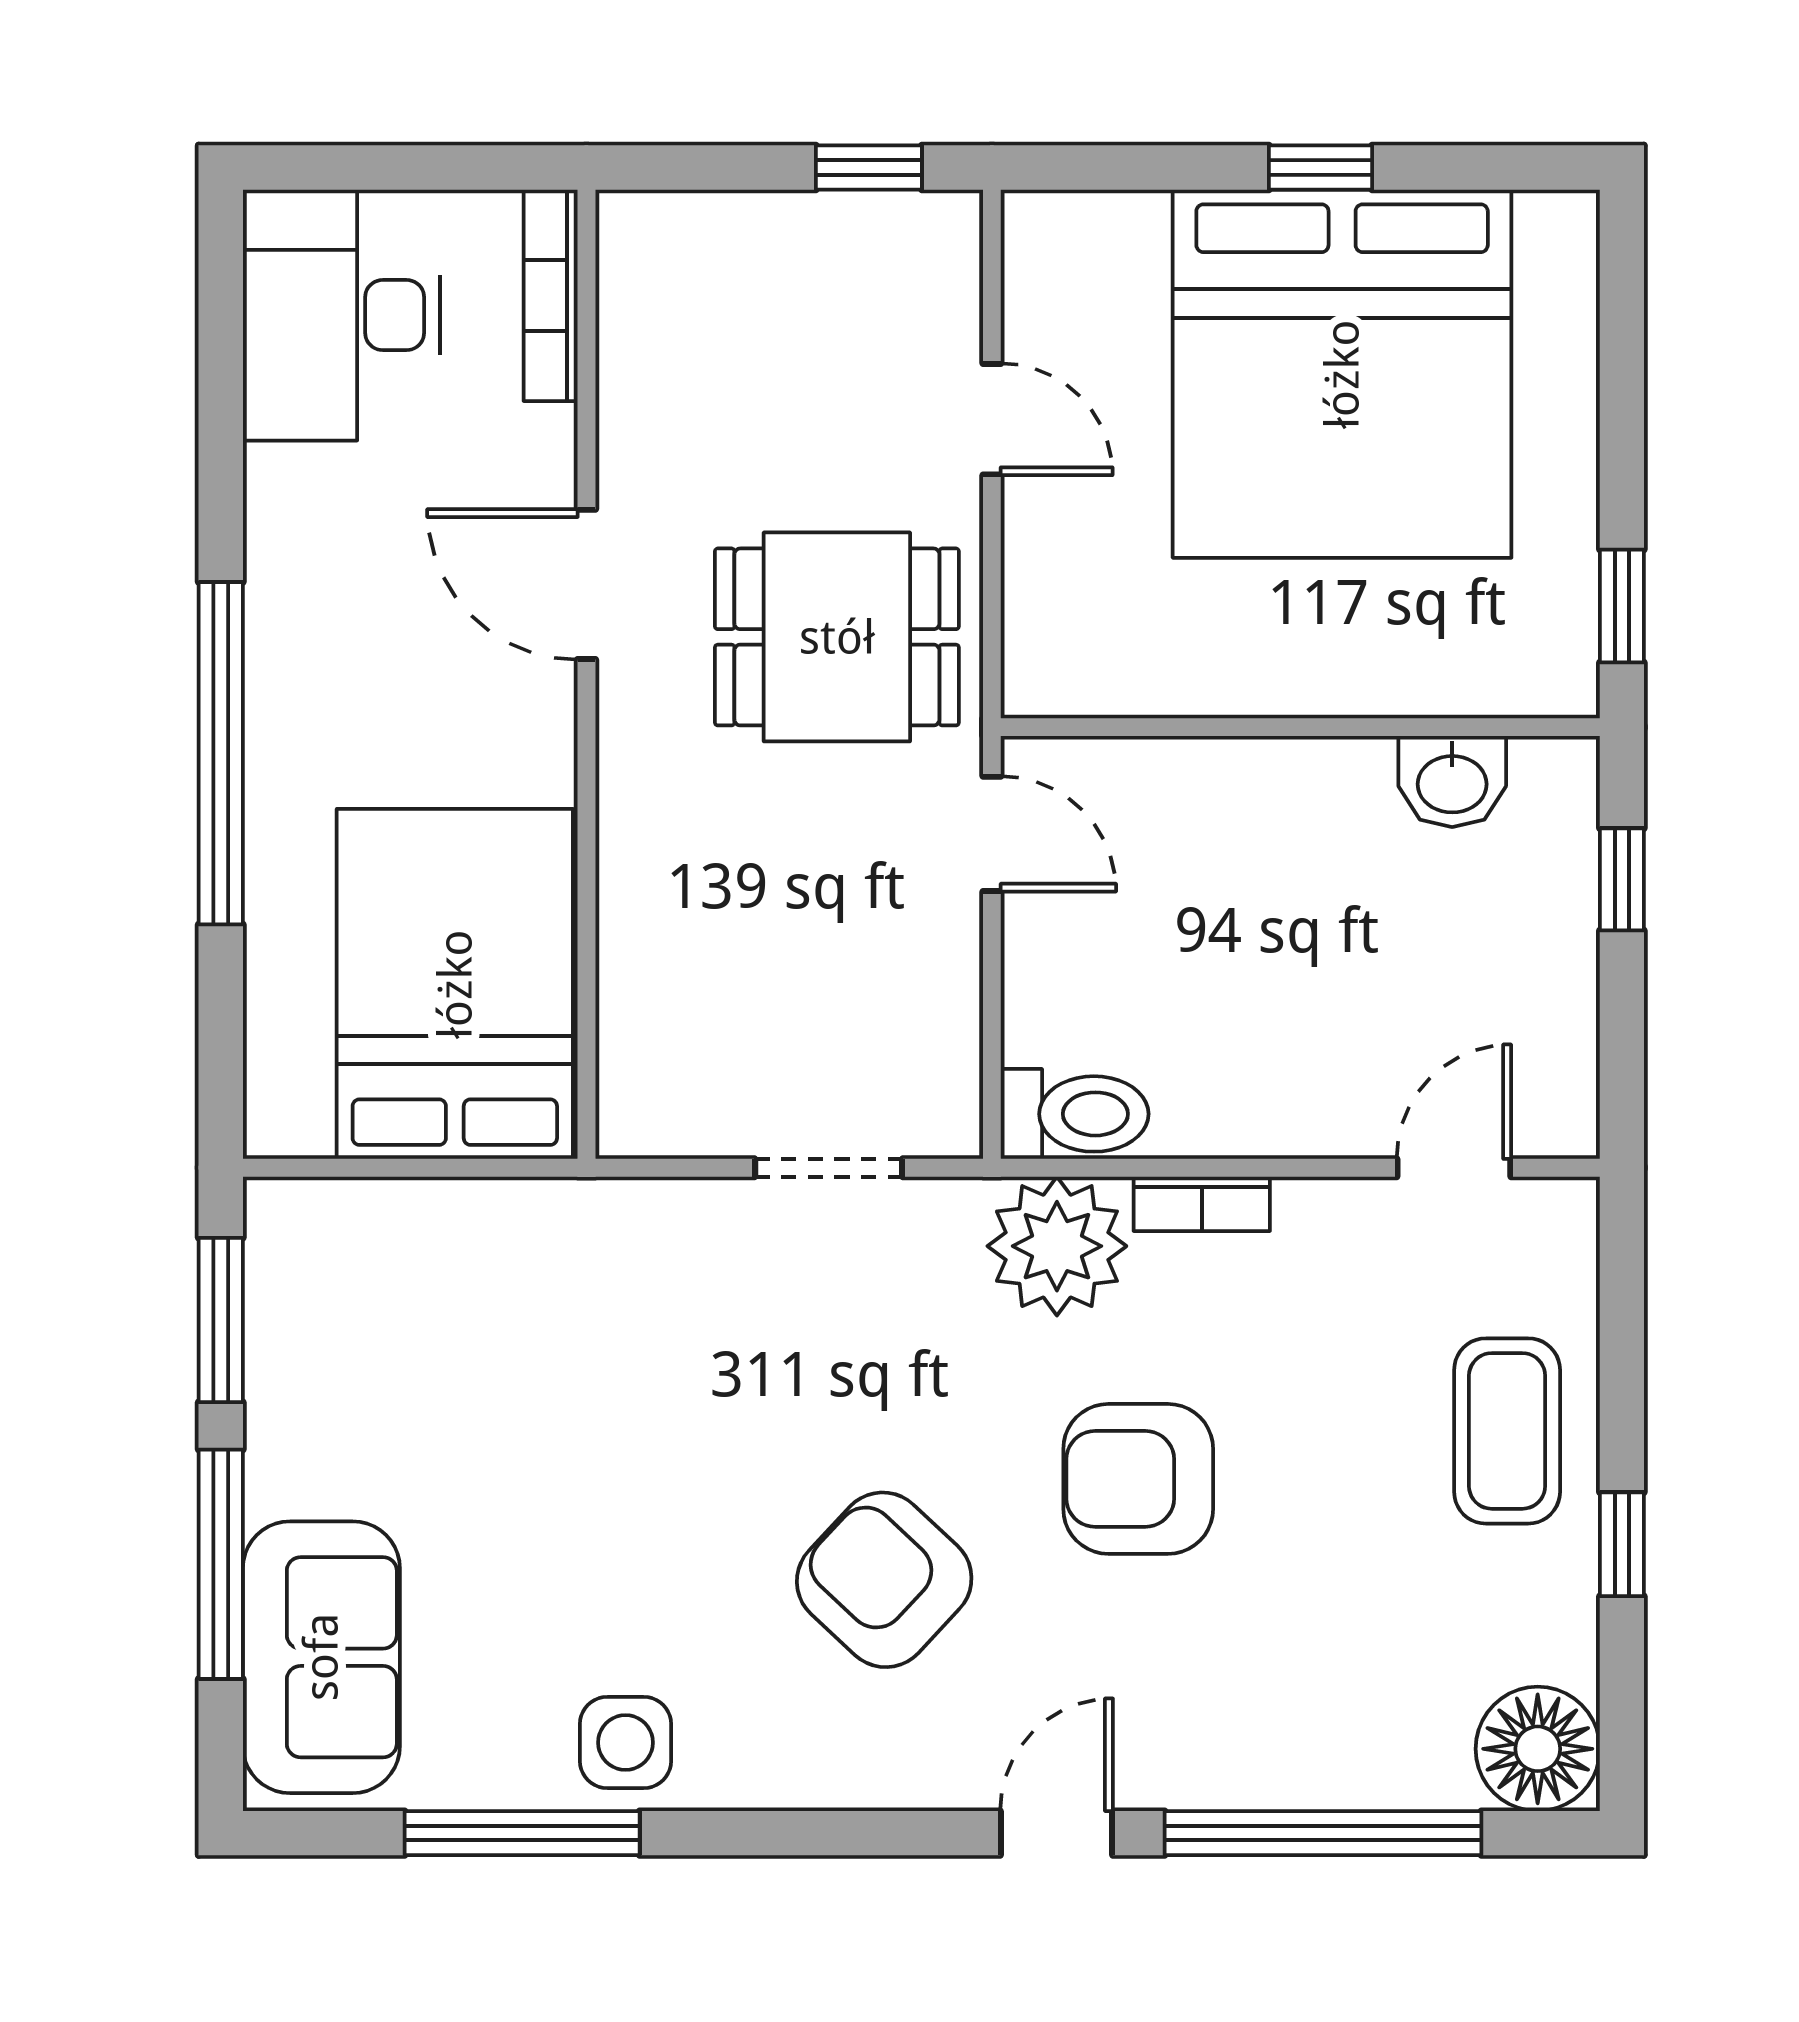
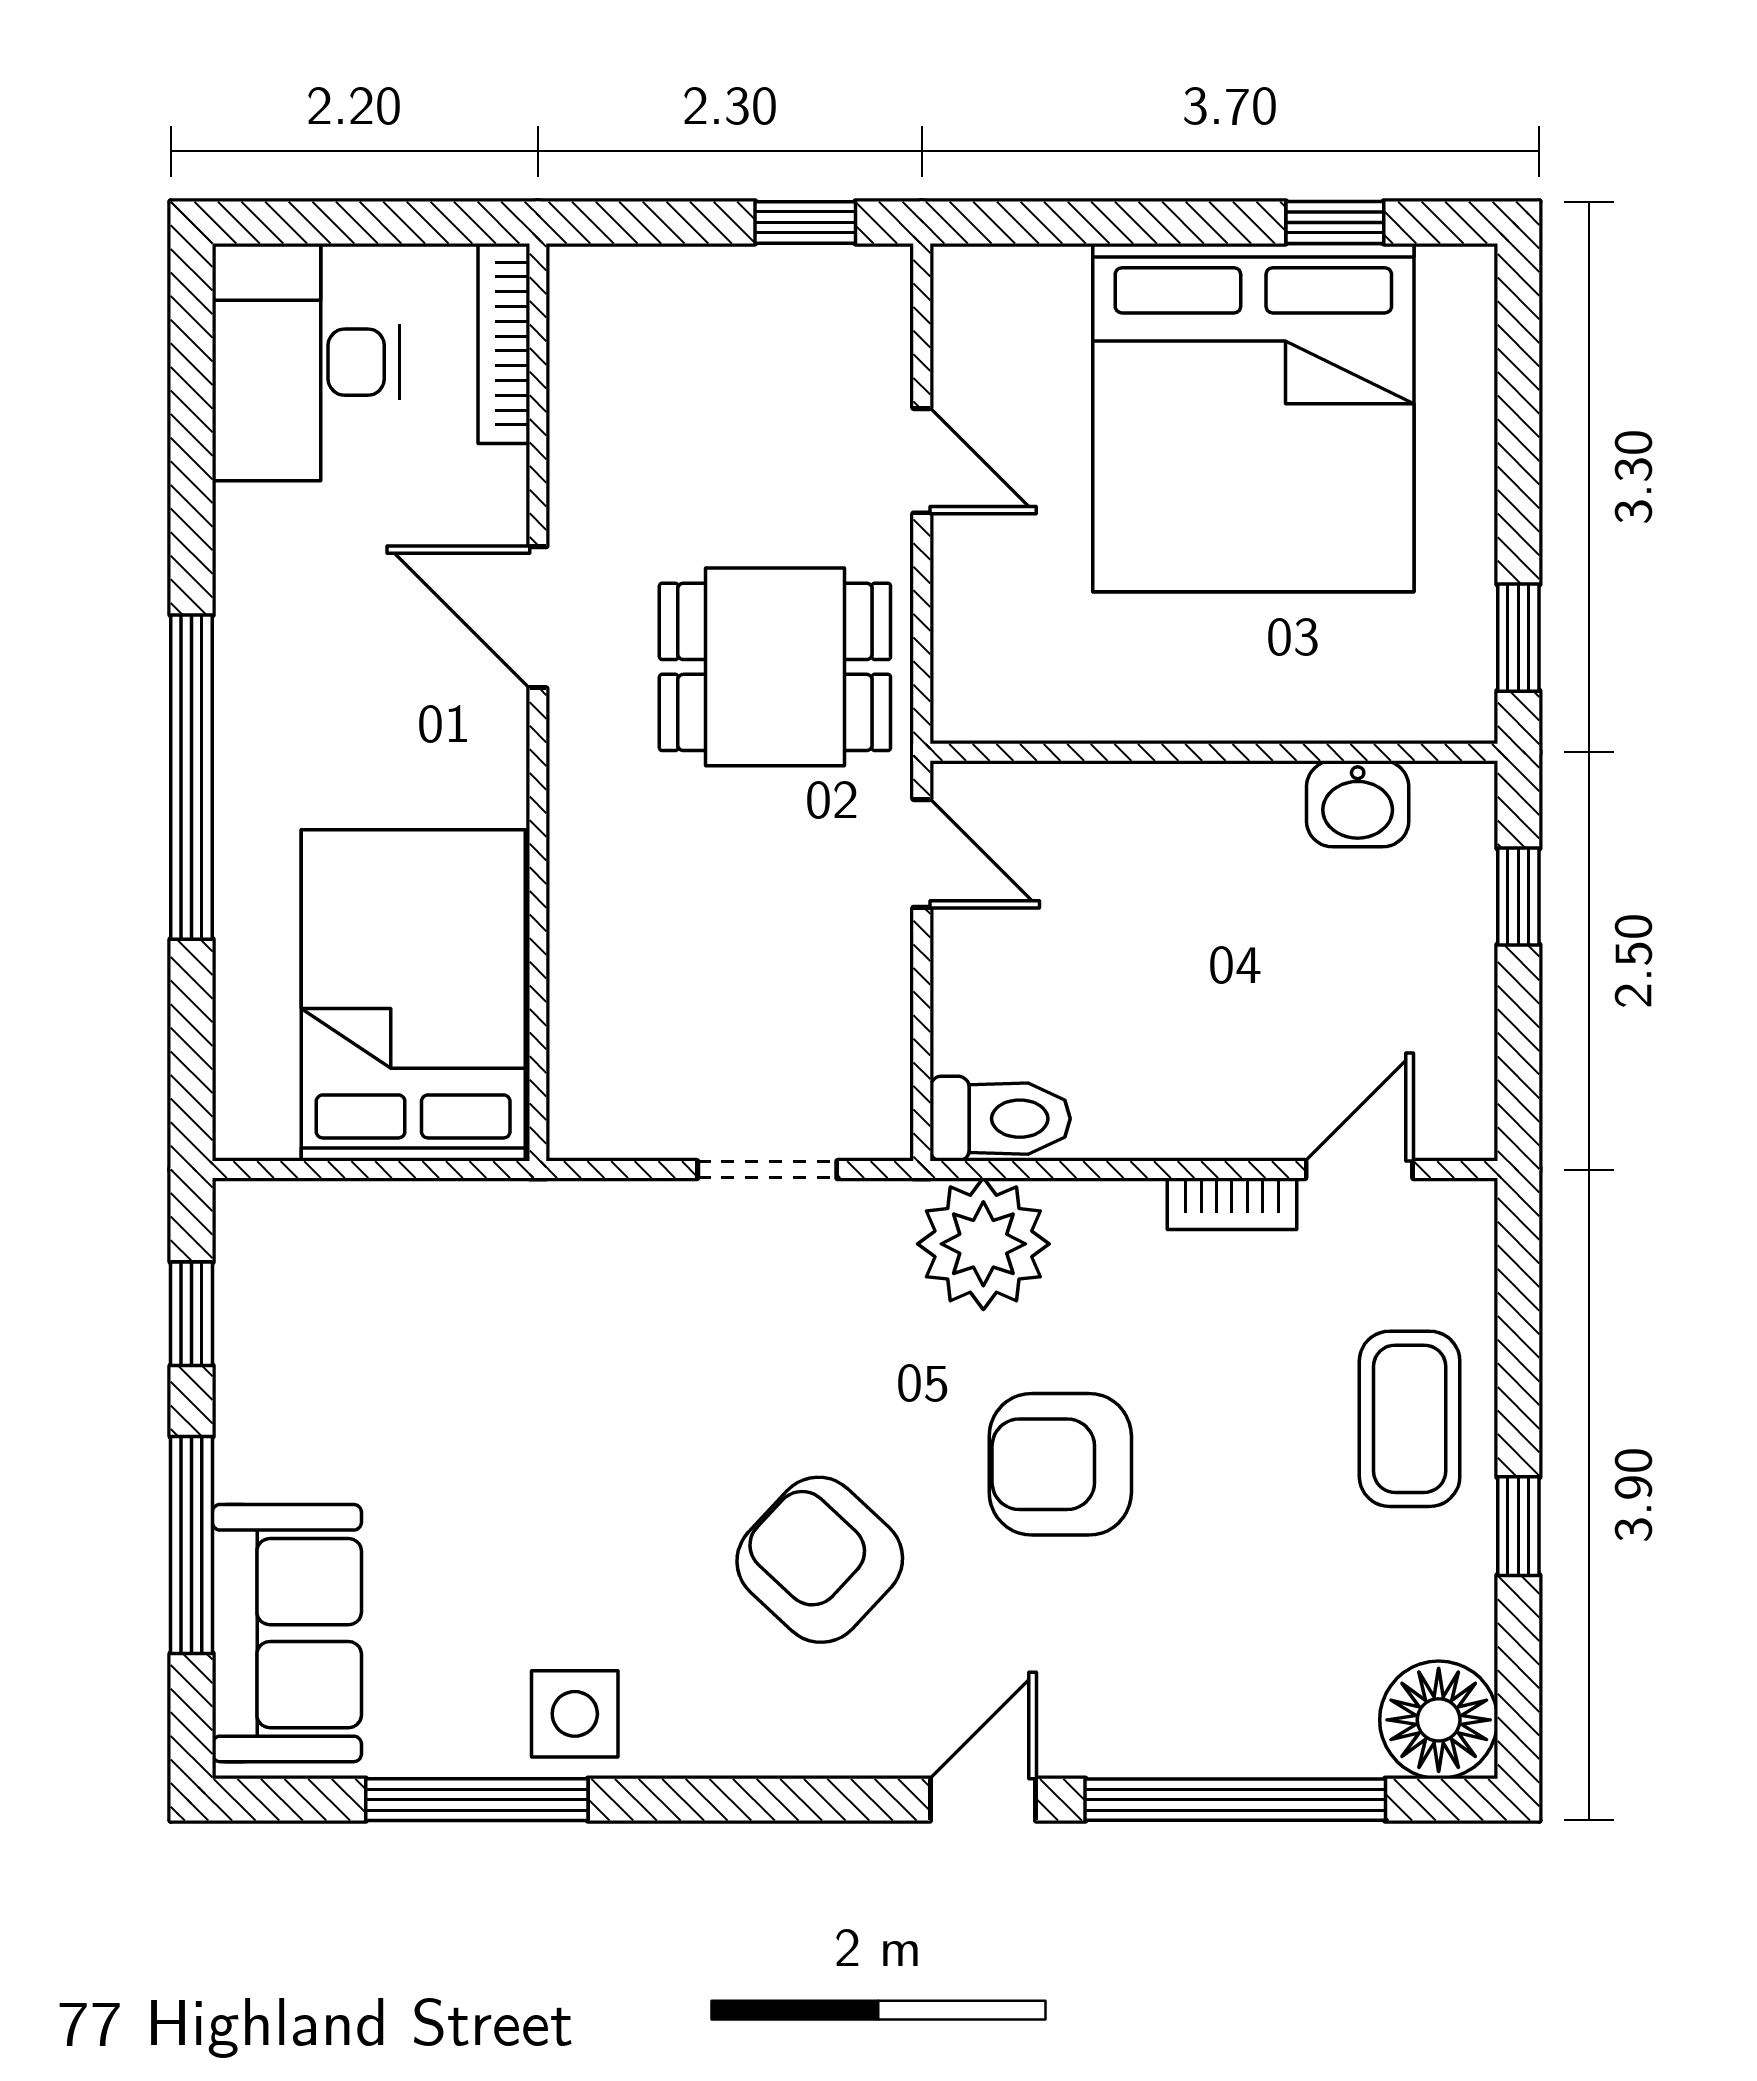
window: (1321, 168) -> (1335, 222), moved
bookcase: (1202, 1204) -> (1232, 1204), moved
window: (221, 1320) -> (192, 1314), width x0.67

